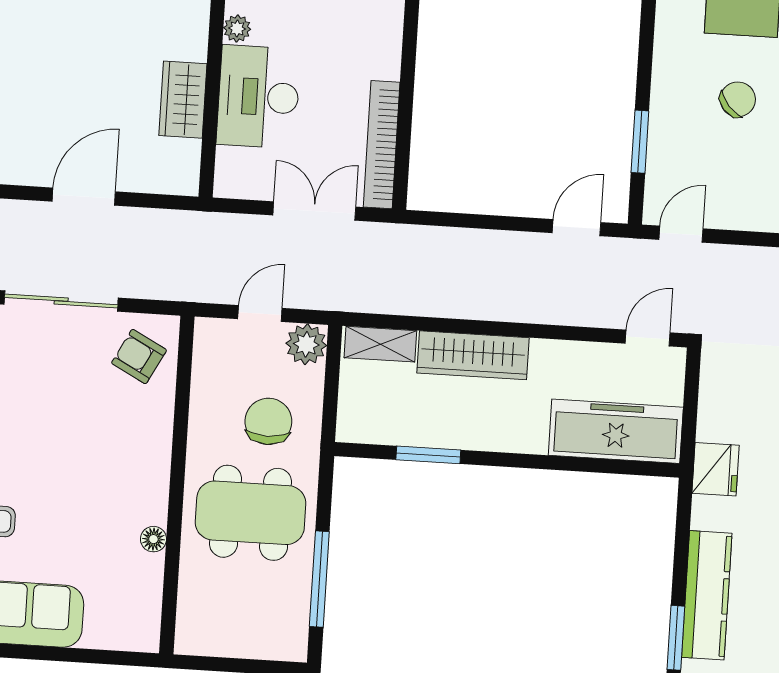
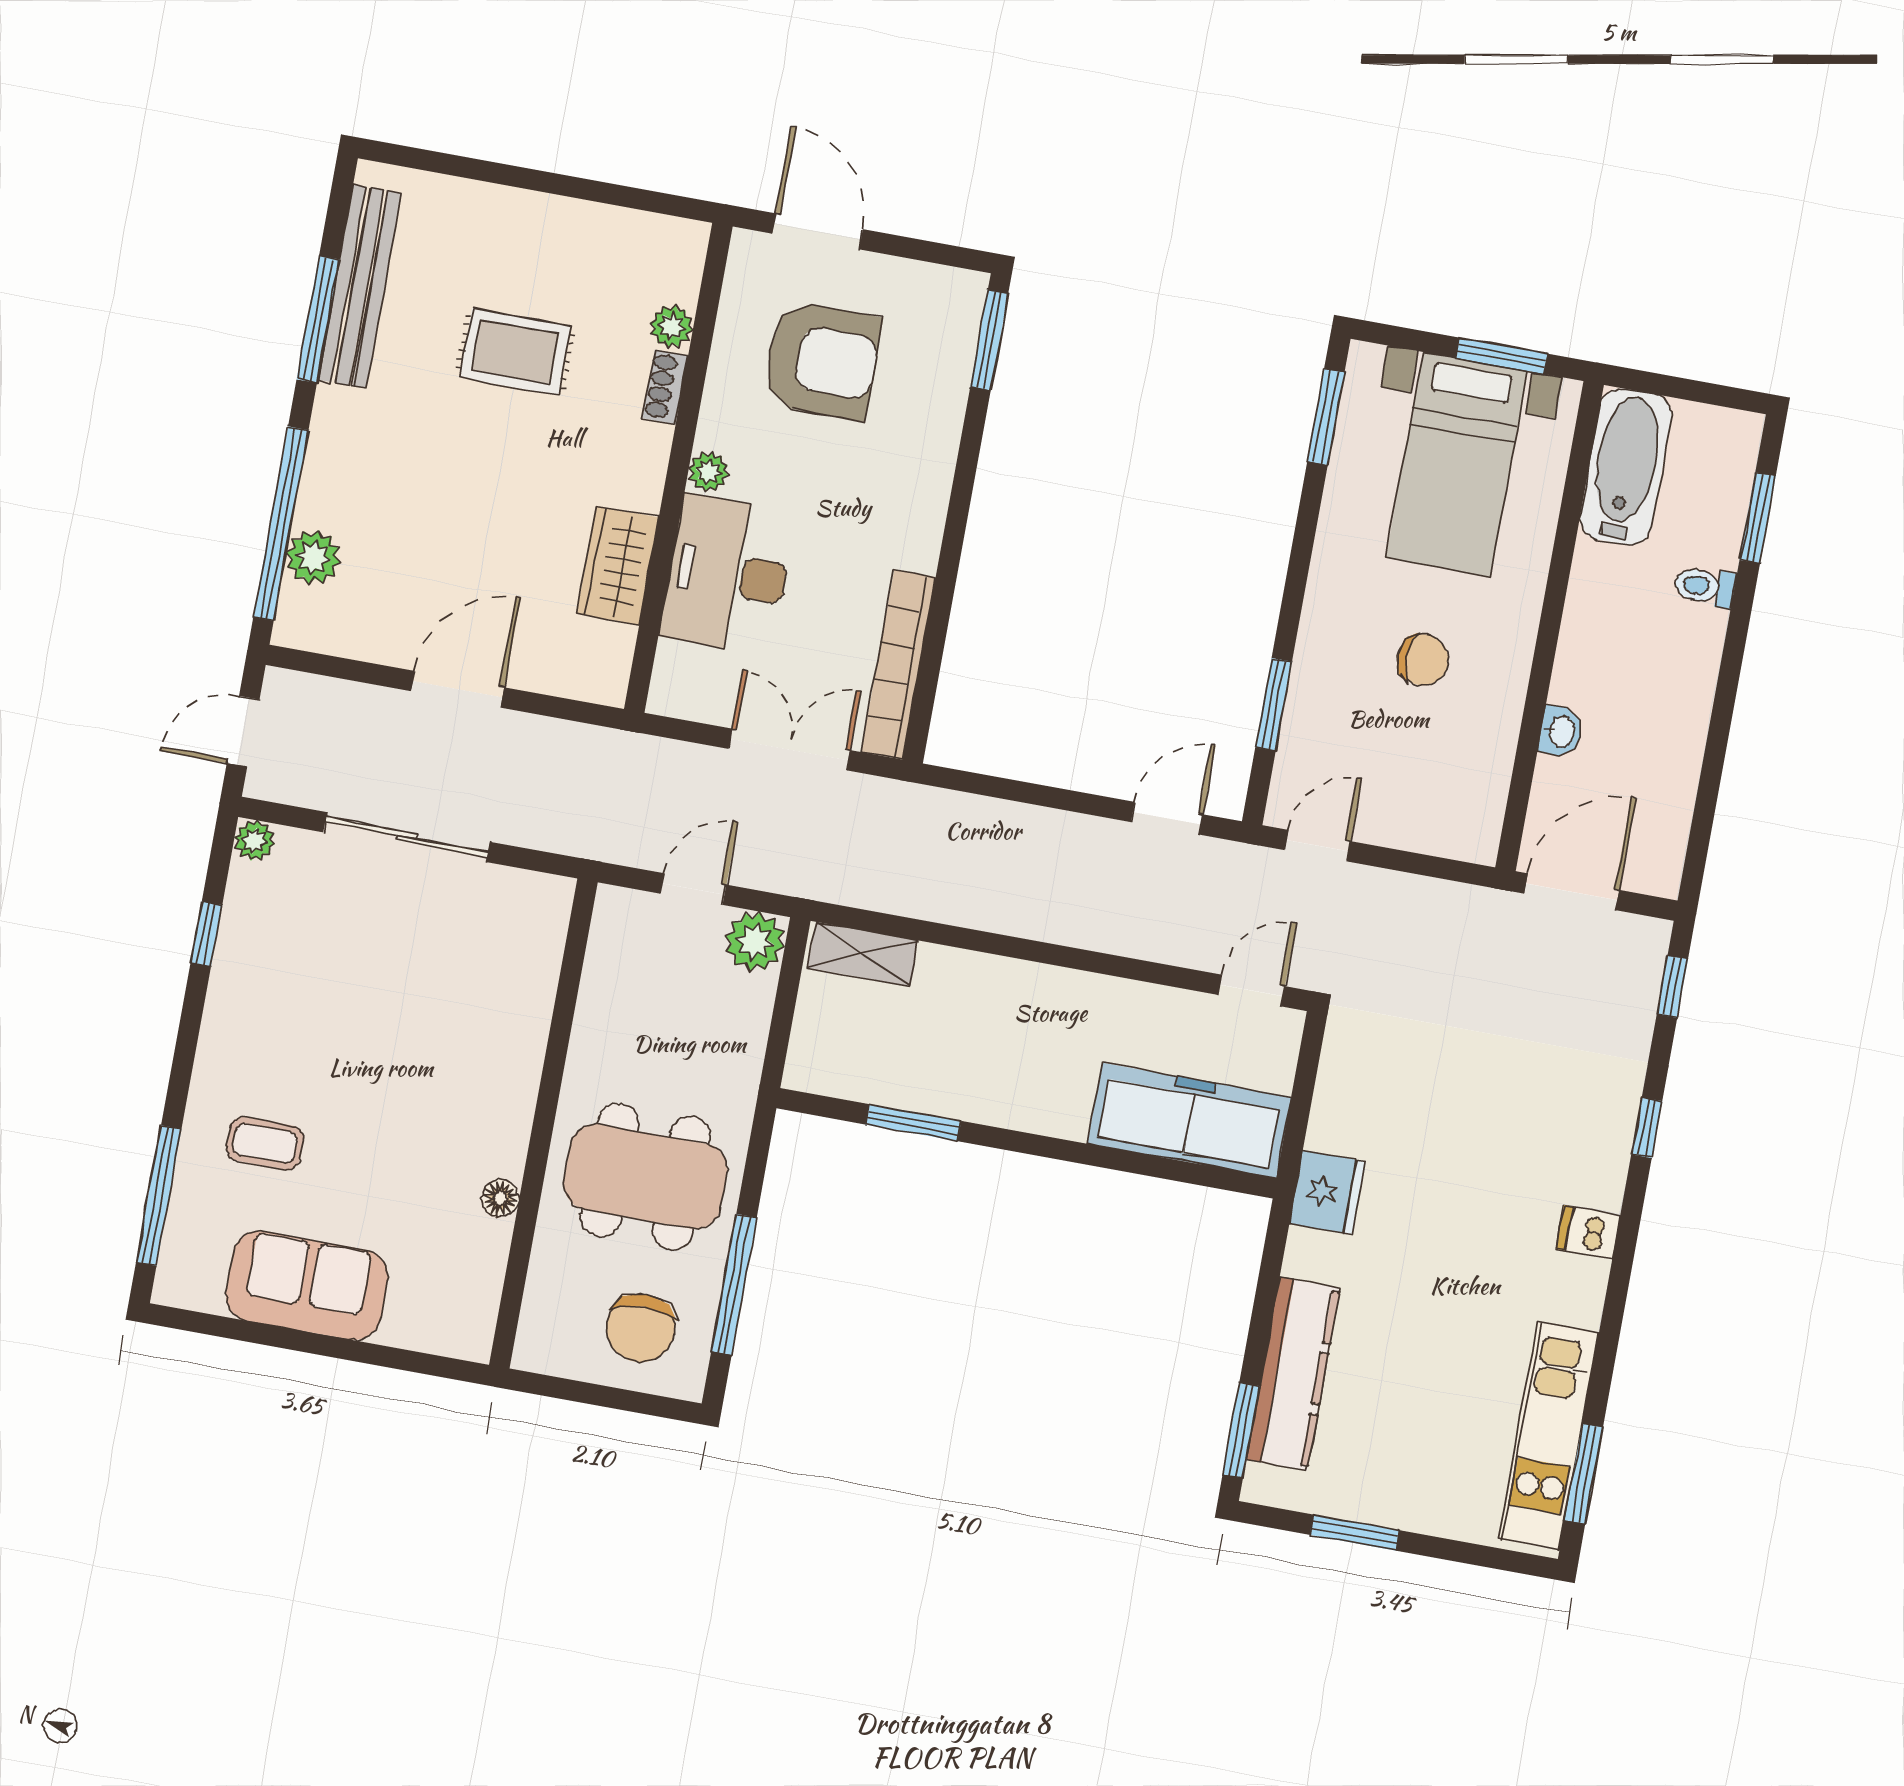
chair: (738, 99) -> (1423, 660), turned 41
wardrobe: (473, 355) -> (995, 986), removed
armchair: (139, 357) -> (510, 931), removed
chair: (268, 421) -> (641, 1328), moved, turned 180

